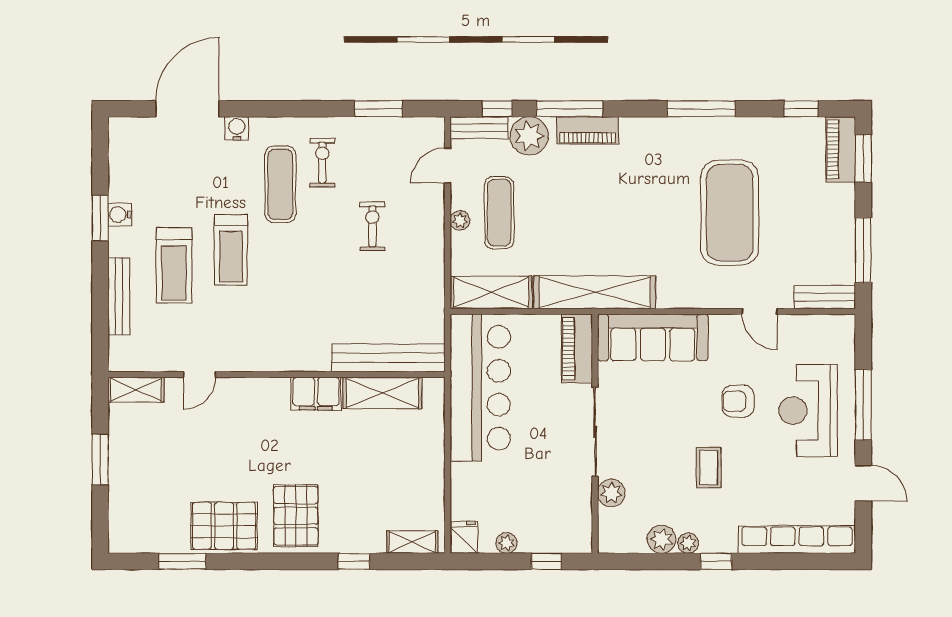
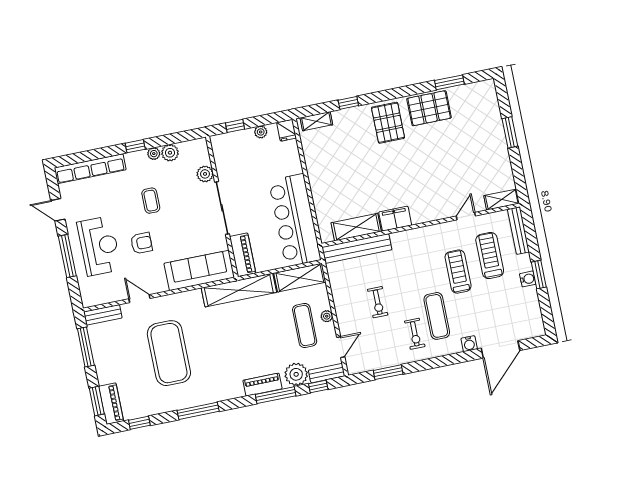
bench: (388, 358) -> (357, 248), moved
door: (200, 375) -> (466, 216), moved
wall: (277, 375) -> (421, 225), moved
shelving: (136, 390) -> (502, 199), moved
shelving: (382, 393) -> (356, 227), moved
filing cabinet: (316, 394) -> (395, 219), moved

